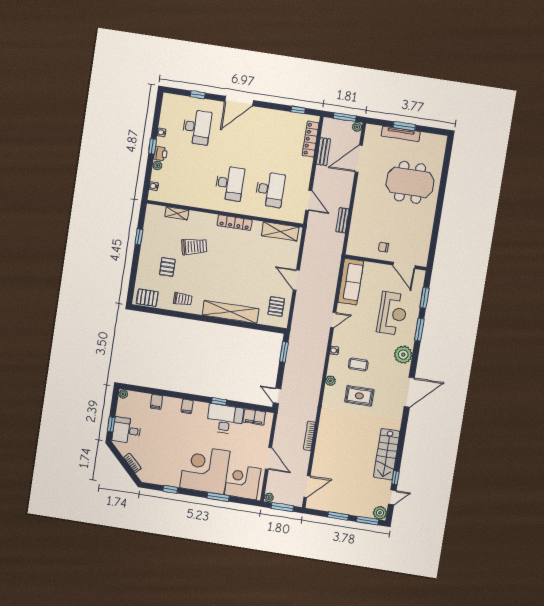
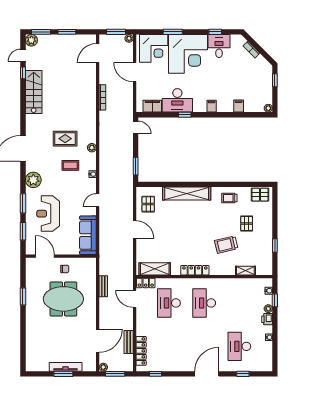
window: (152, 146) -> (275, 300), moved
meeting table: (410, 182) -> (63, 299), moved
locker: (293, 217) -> (146, 283), added
window: (437, 223) -> (23, 297), added
desk: (127, 430) -> (219, 46), moved, turned -90

